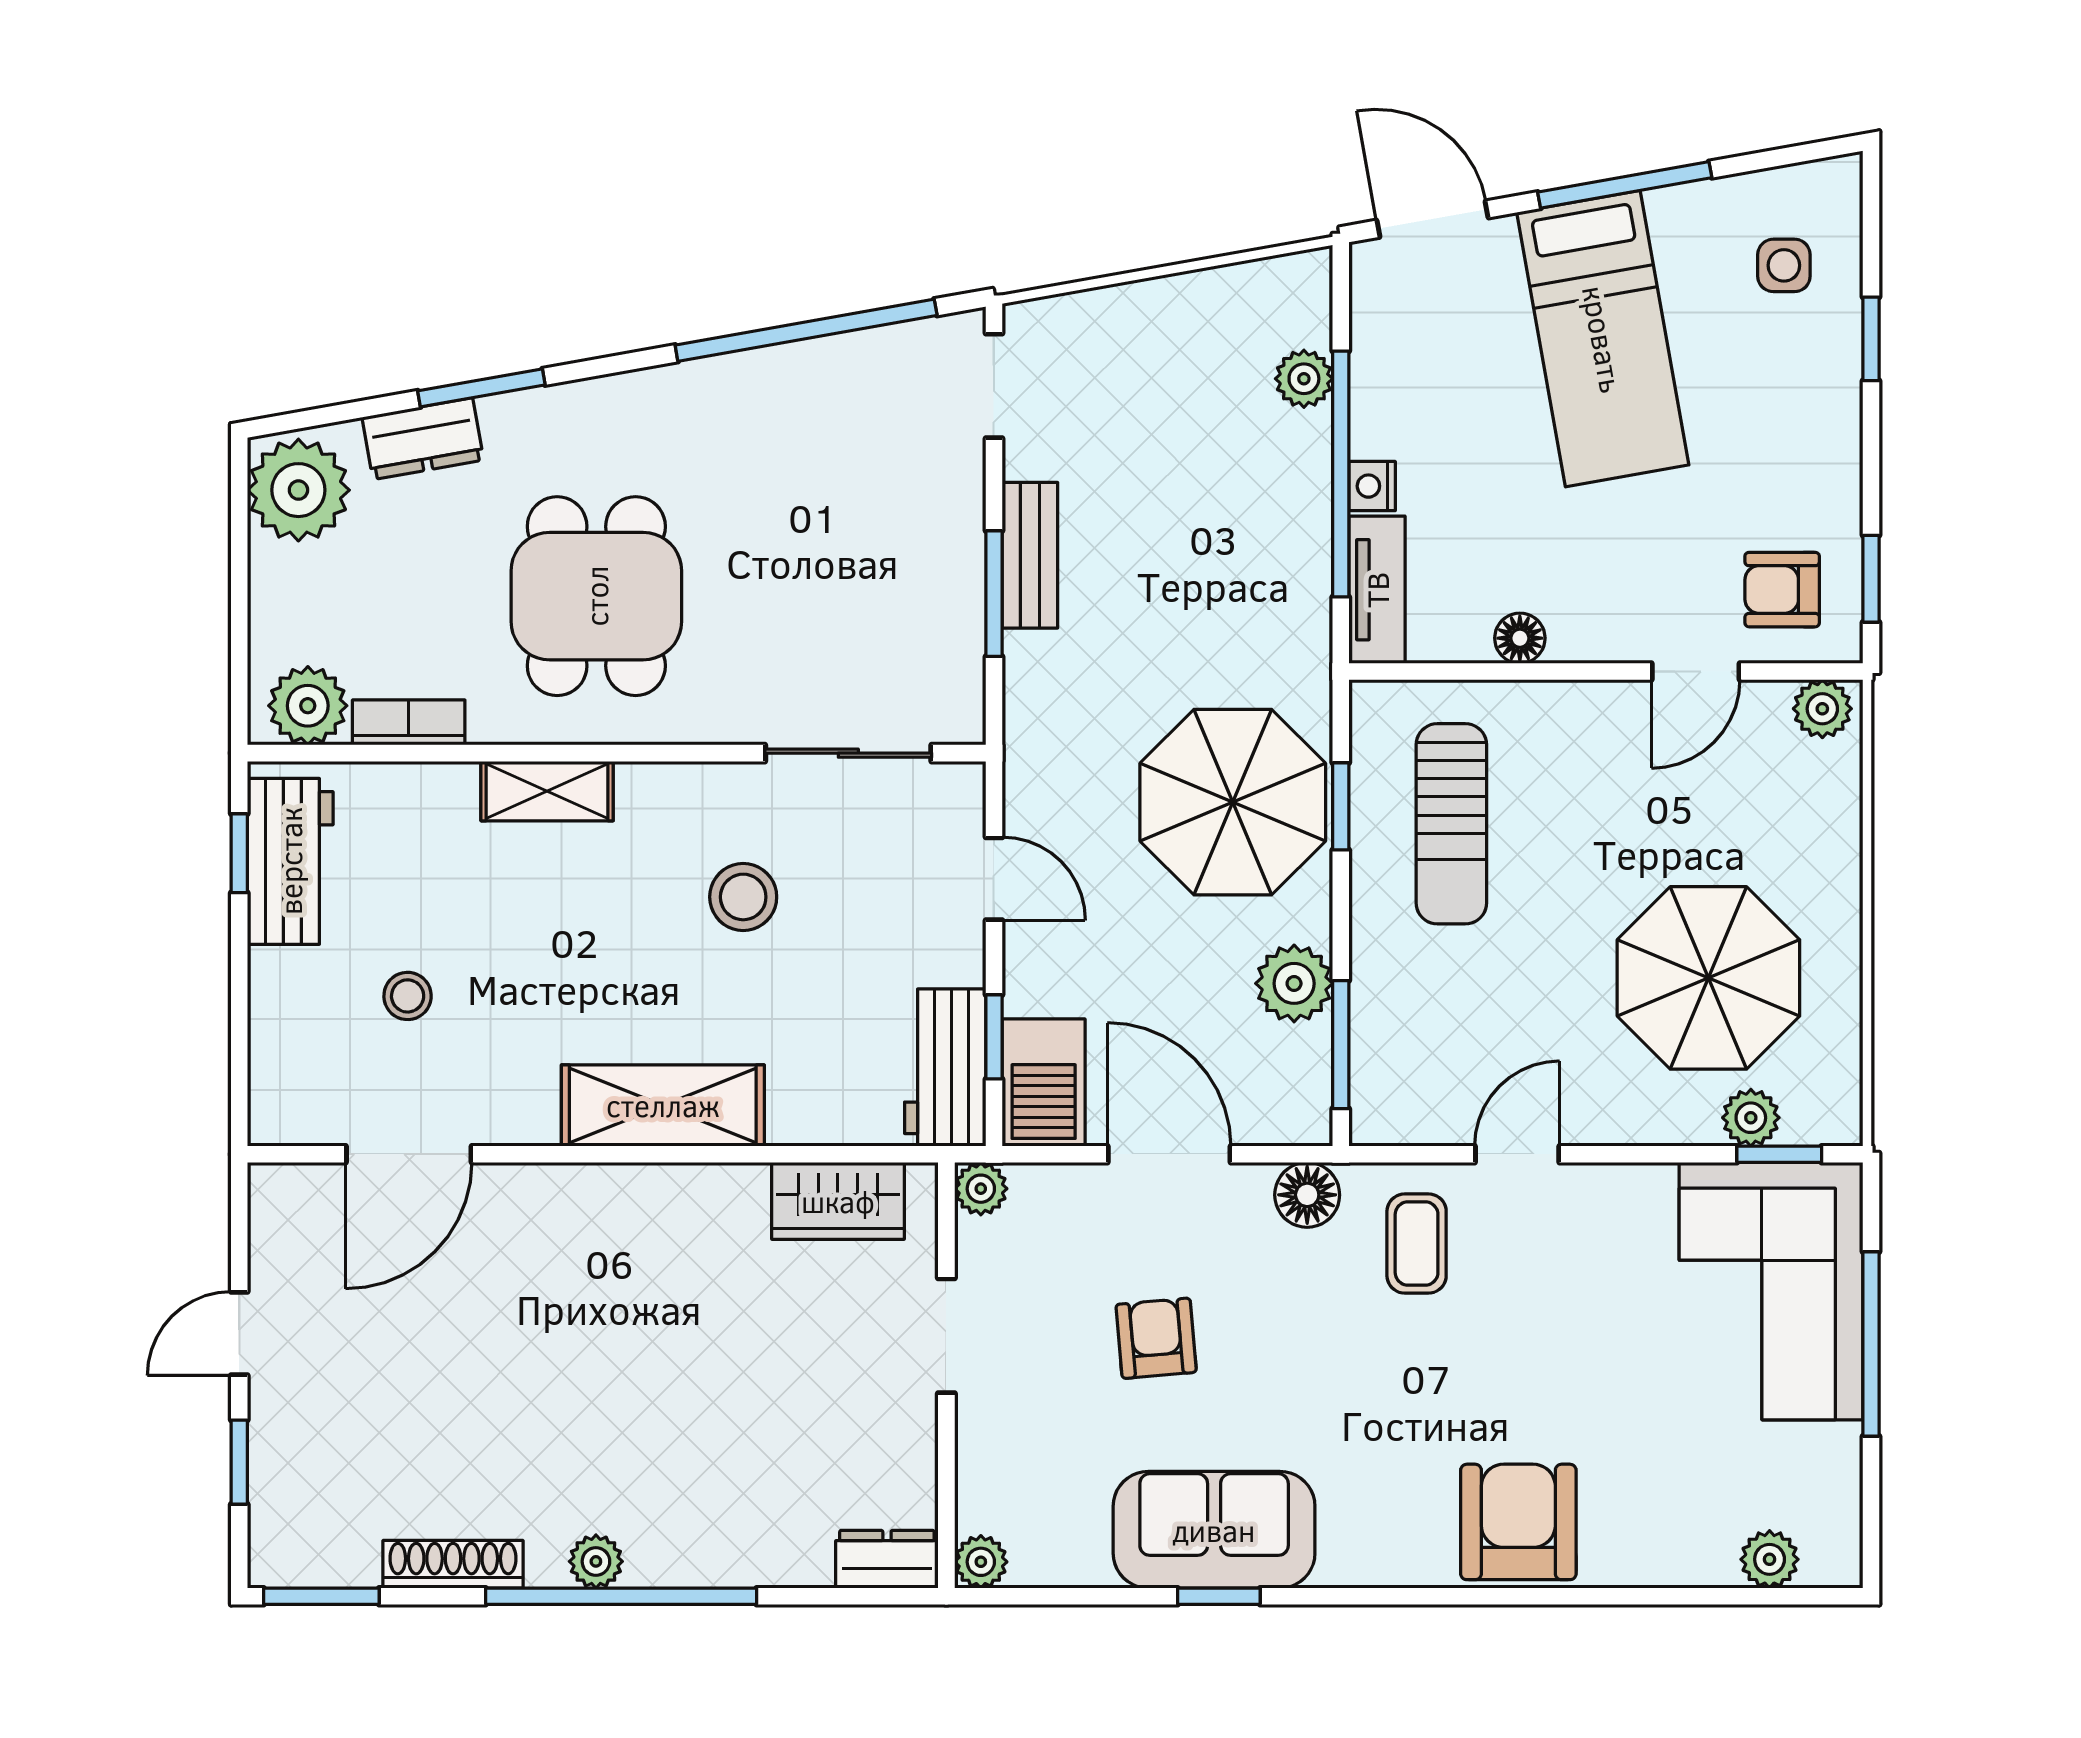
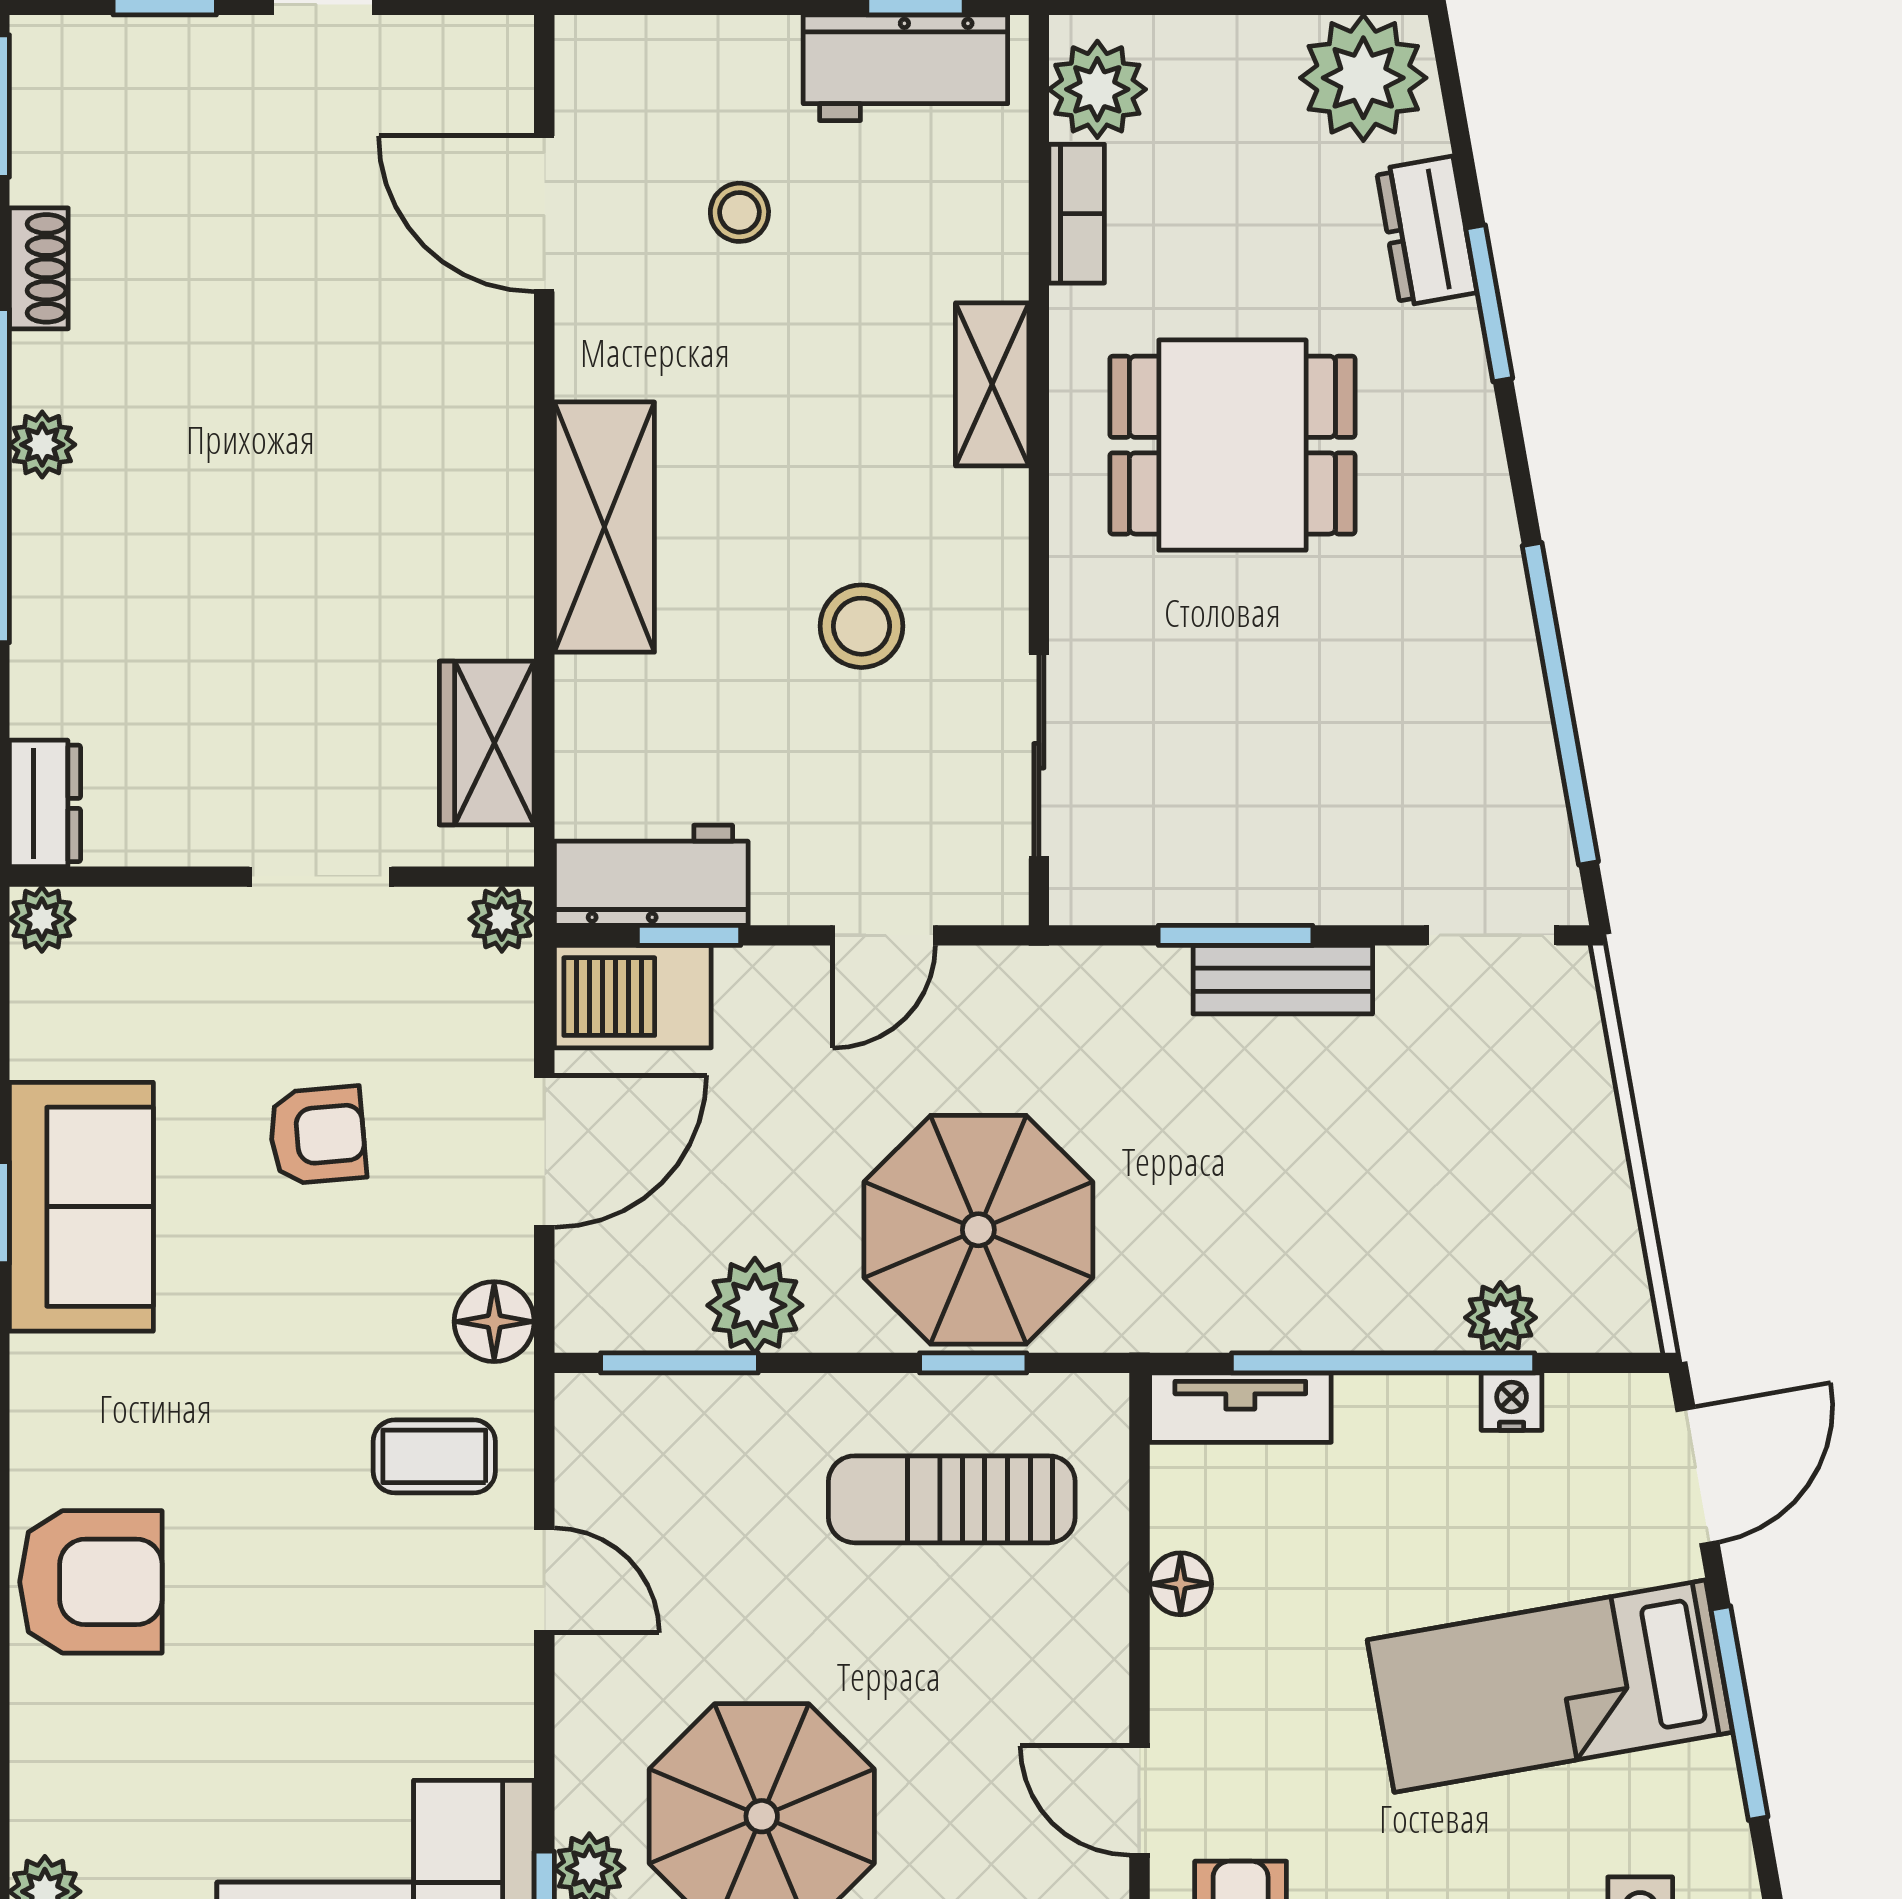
nightstand: (1372, 486) -> (1512, 1402), moved
shoe rack: (453, 1564) -> (39, 268), width x0.70

